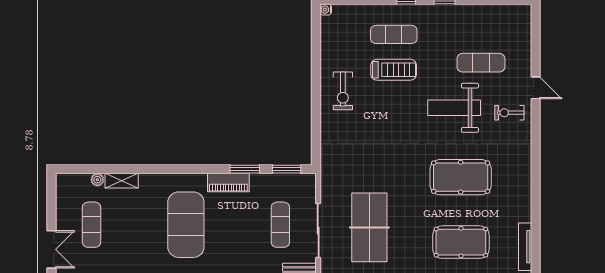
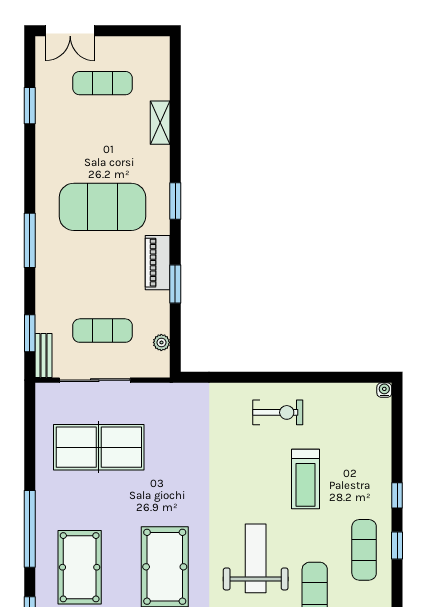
exercise mat: (394, 34) -> (364, 550), moved
exercise bike: (343, 91) -> (278, 412), turned 180
window: (287, 169) -> (175, 201), moved
plant: (97, 180) -> (161, 342), moved

